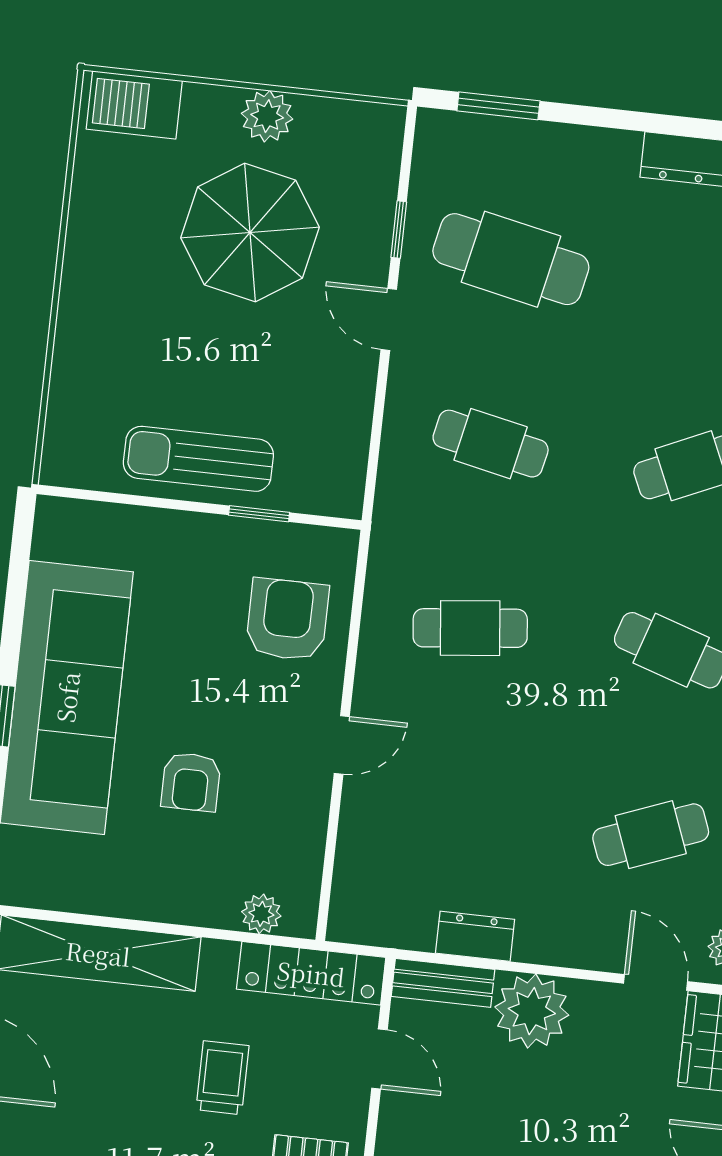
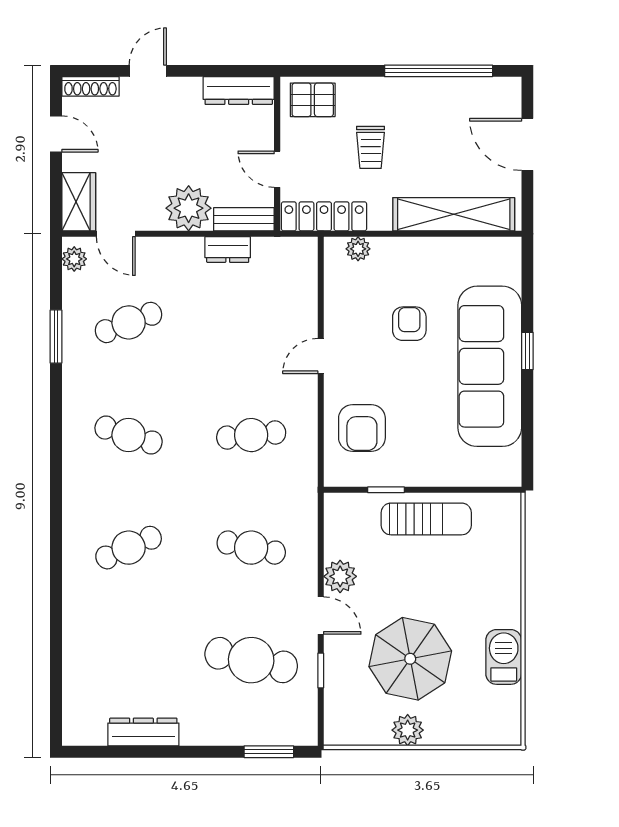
barbecue: (134, 105) -> (504, 657), moved, turned -90
plant: (350, 380) -> (340, 576), added

